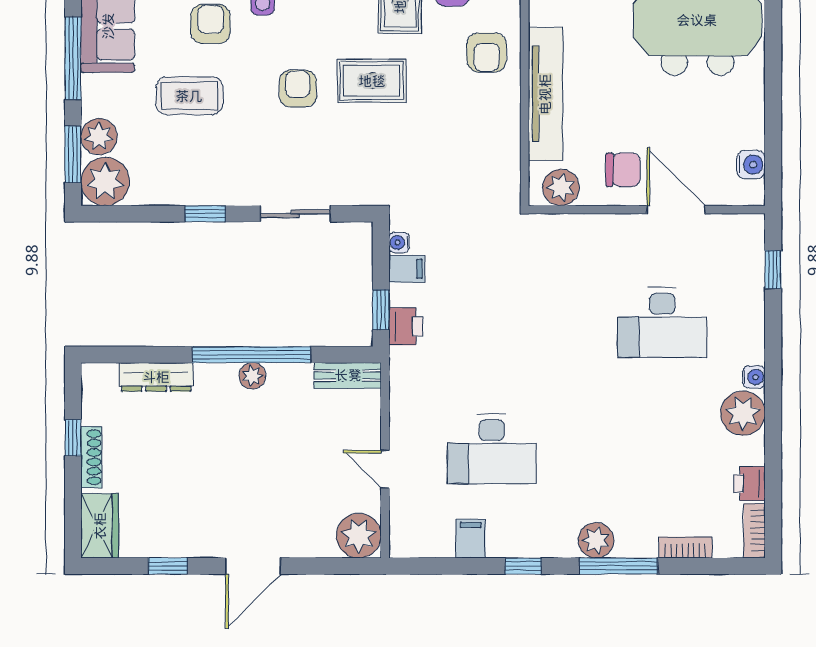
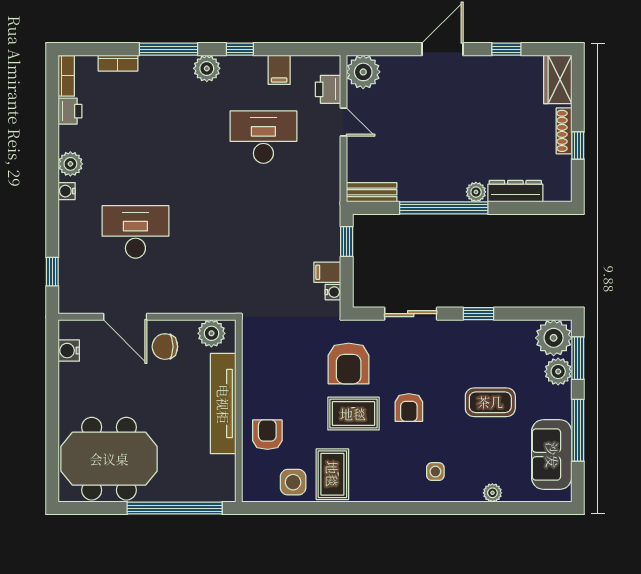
armchair: (210, 24) -> (349, 363), moved, width x1.38, depth x1.38
printer: (406, 326) -> (328, 89), moved
plant: (252, 376) -> (476, 192), moved
plant: (743, 413) -> (70, 164), width x0.73, depth x0.73
plant: (596, 540) -> (207, 68), moved

